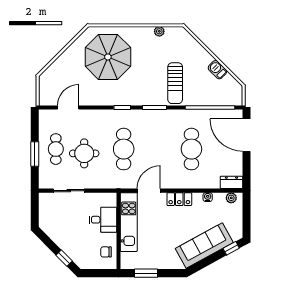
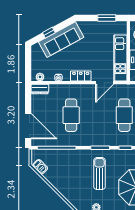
barbecue: (217, 70) -> (40, 167), moved
sun lounger: (175, 83) -> (99, 174), moved
window: (231, 248) -> (49, 33), moved

